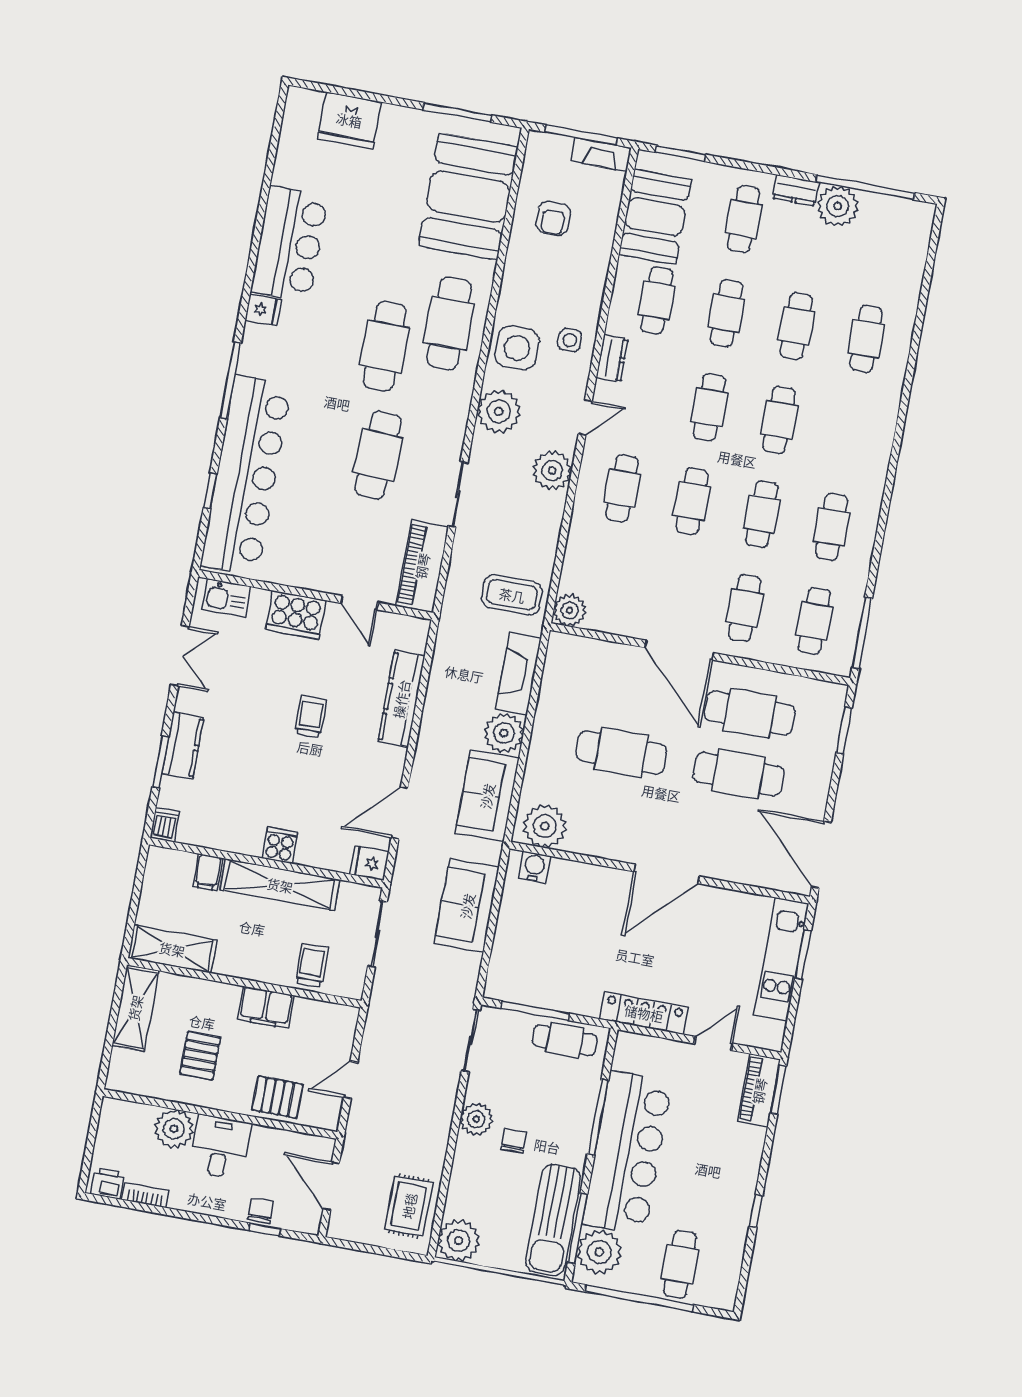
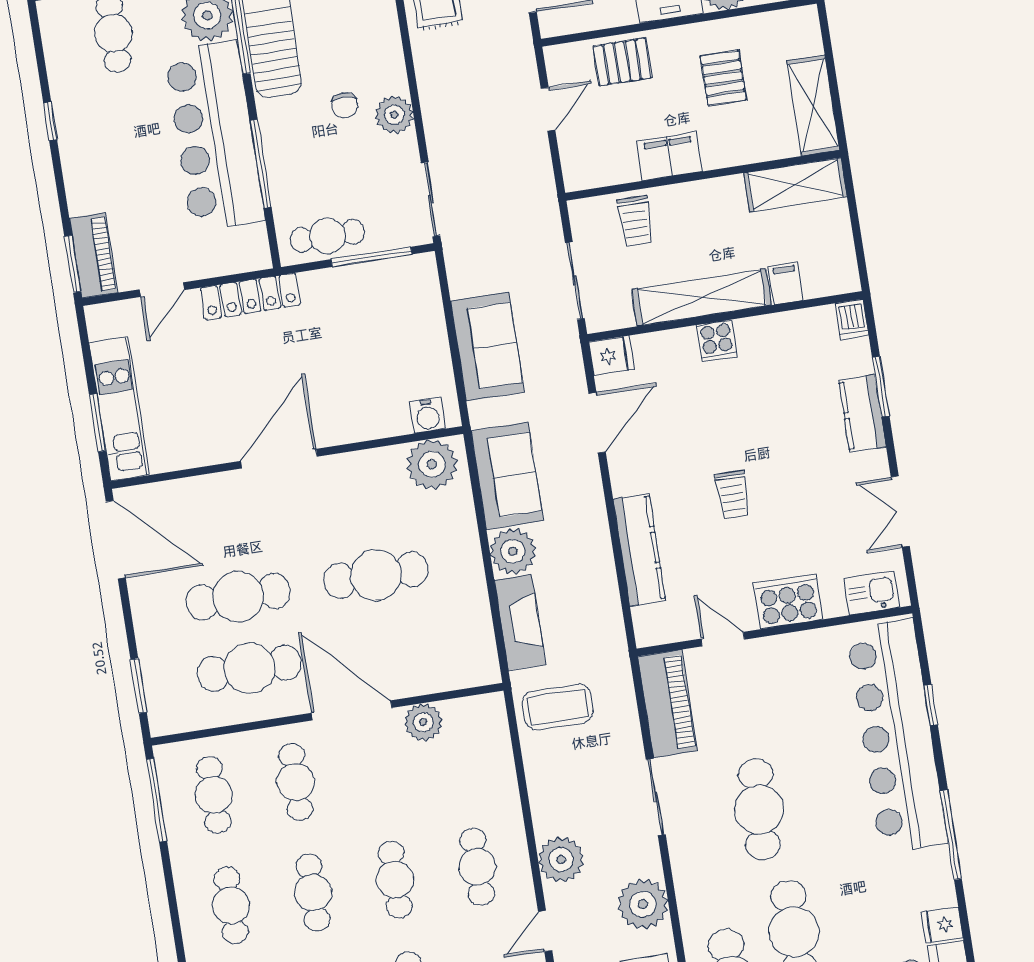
plant: (570, 610) -> (423, 722), moved

